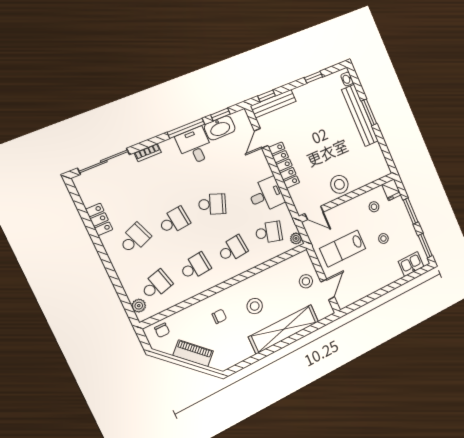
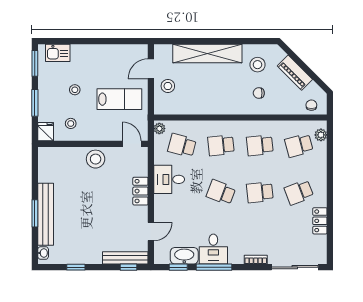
locker: (284, 165) -> (140, 191), width x0.66
stool: (255, 306) -> (258, 65), moved

